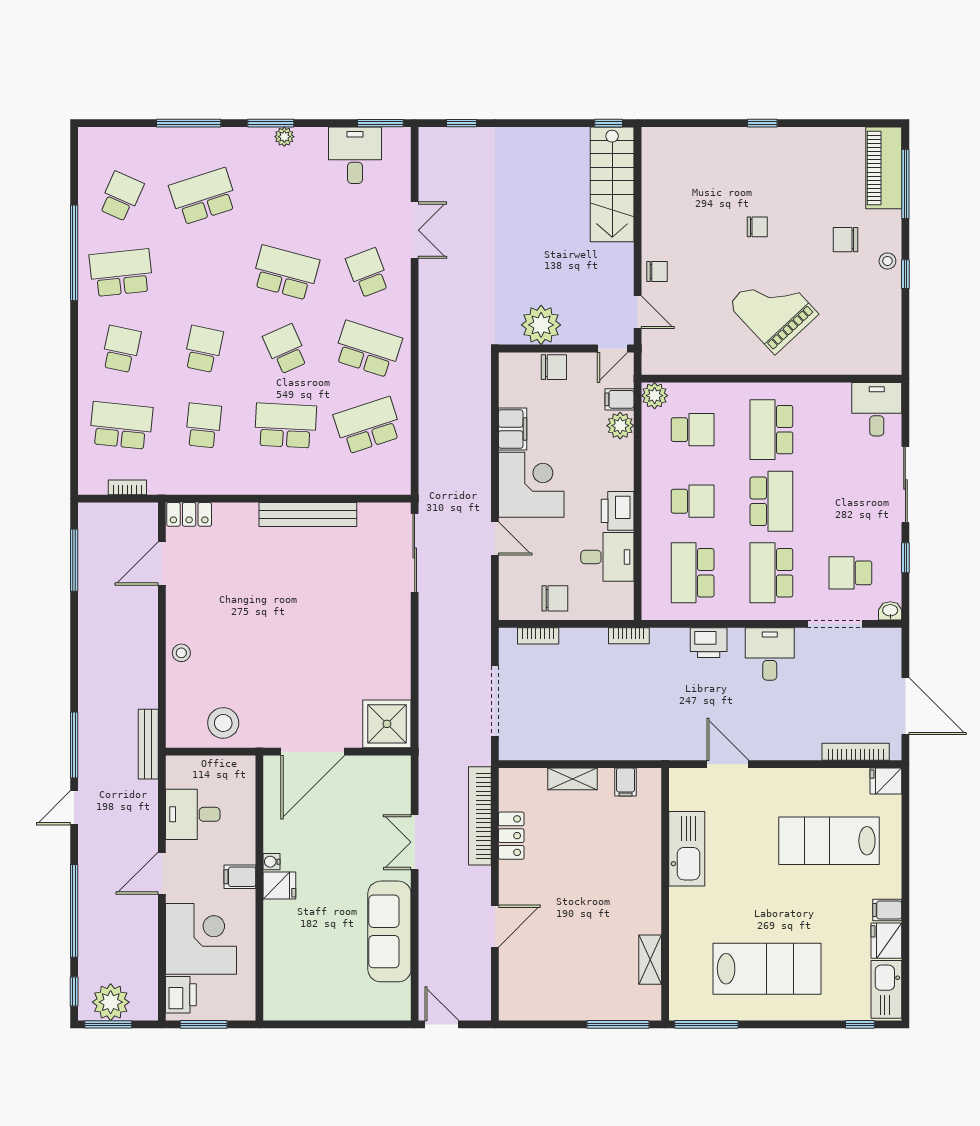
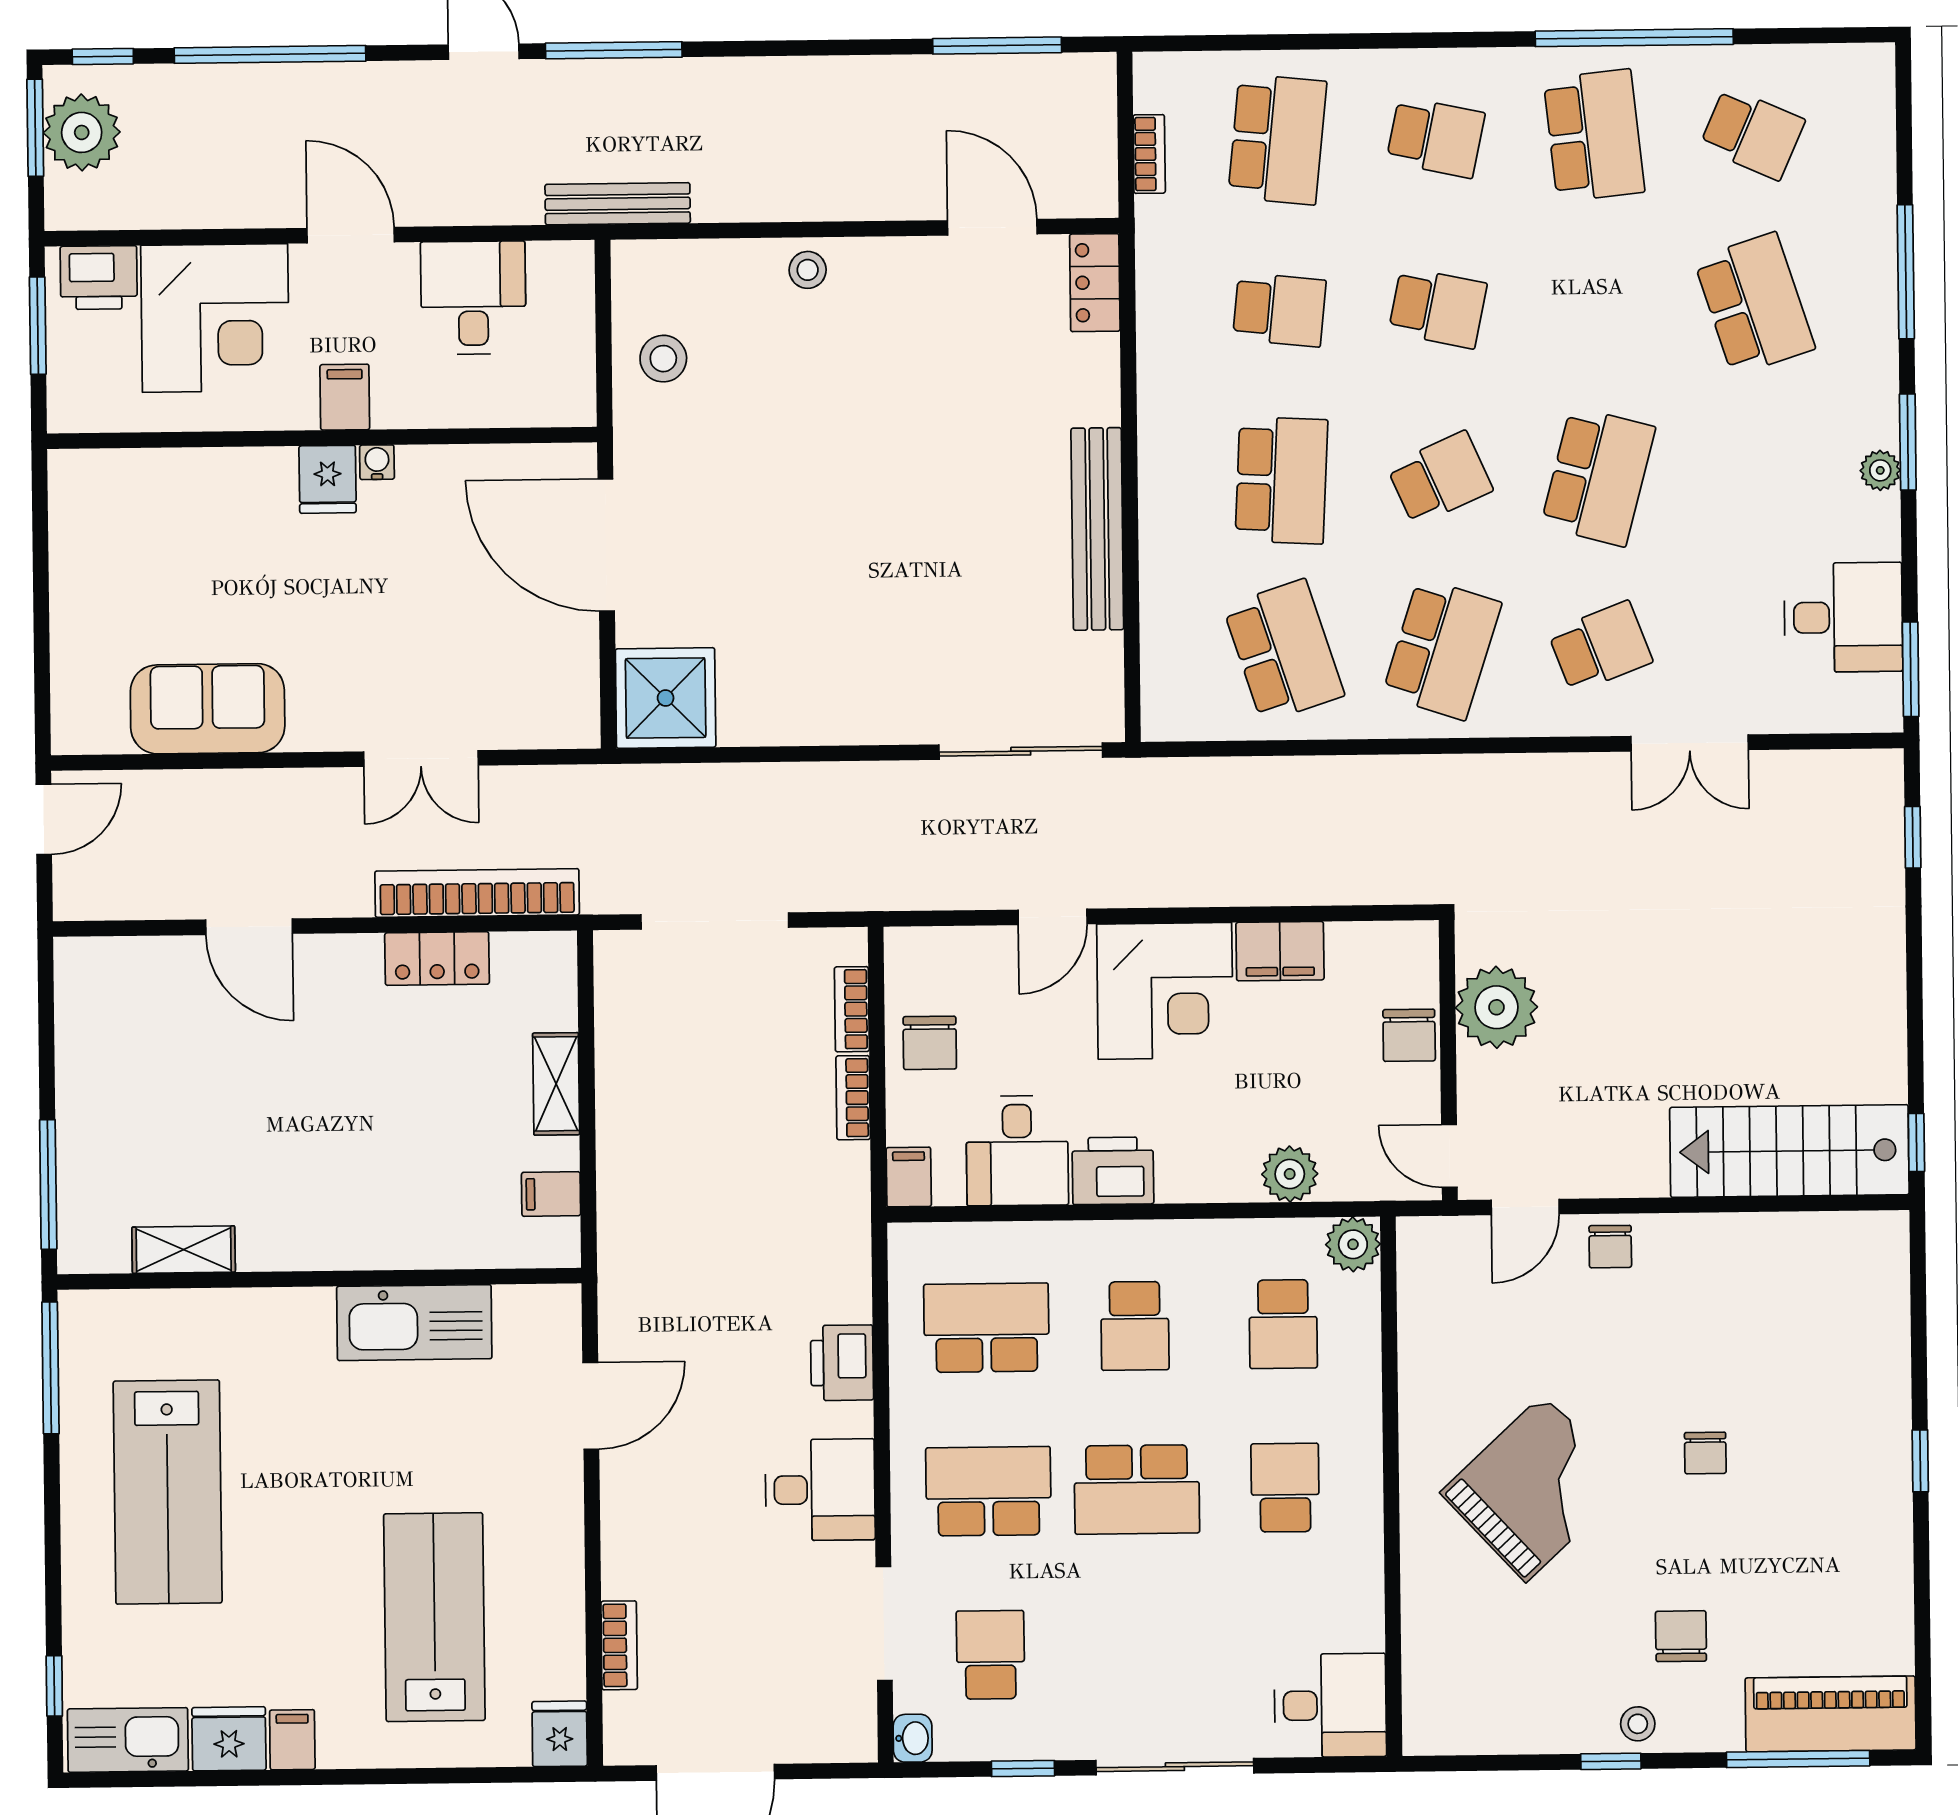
filing cabinet: (619, 399) -> (909, 1177), moved
school desk: (771, 430) -> (1285, 1488), width x0.54
bookcase: (629, 636) -> (853, 1098), moved
stool: (223, 723) -> (663, 359), width x0.73, depth x0.73
bookcase: (856, 752) -> (619, 1645), width x0.64
double door: (415, 842) -> (421, 758), swing flipped
sofa: (389, 931) -> (208, 709), width x0.73

